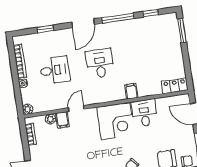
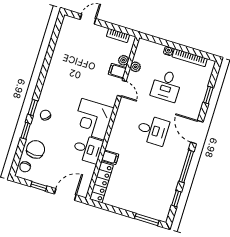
locker: (175, 86) -> (101, 182), width x1.53
filing cabinet: (131, 91) -> (110, 157), moved
plant: (28, 109) -> (135, 67), moved

